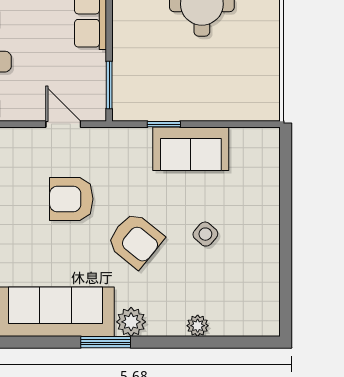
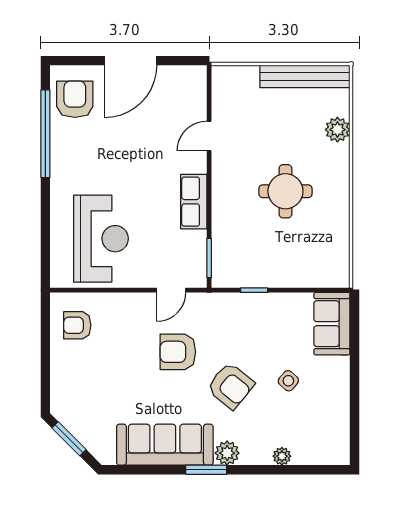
door: (63, 124) -> (171, 290), swing flipped
sofa: (191, 149) -> (332, 324), moved, turned 90

